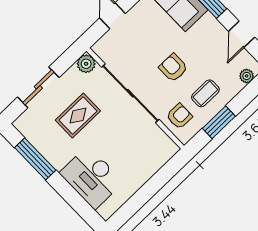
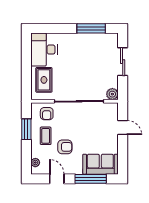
armchair: (173, 68) -> (65, 147), moved
rug: (78, 116) -> (44, 80), moved
desk: (91, 178) -> (44, 50), moved, turned -90

